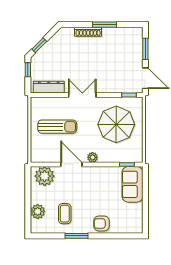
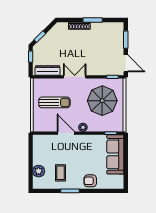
plant: (45, 176) -> (44, 143), removed
sofa: (133, 184) -> (115, 154), width x1.36

